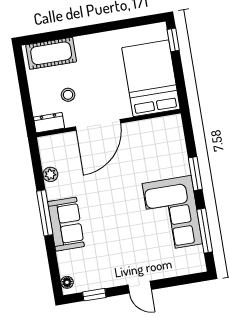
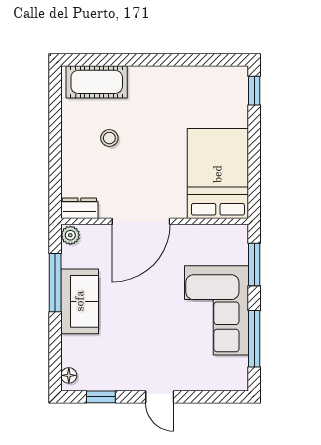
bed: (151, 78) -> (218, 174), moved
dresser: (49, 123) -> (79, 208), moved
wall: (108, 123) -> (155, 221), moved
door: (98, 125) -> (141, 221), moved

